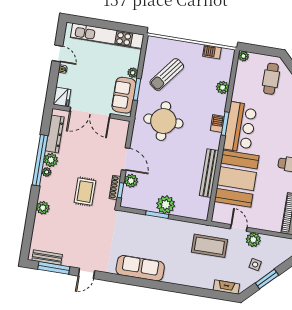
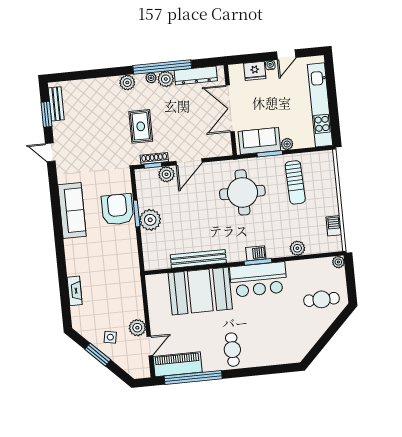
sun lounger: (167, 74) -> (295, 182), turned -130
fridge: (62, 97) -> (255, 71), moved
rug: (85, 192) -> (141, 126), turned 90
plant: (43, 208) -> (127, 83), moved
door: (239, 228) -> (150, 346), moved
armchair: (150, 230) -> (117, 209), added
coffee table: (209, 246) -> (118, 281), removed
window: (54, 268) -> (46, 114), width x0.69
fireplace: (226, 287) -> (75, 291), moved

